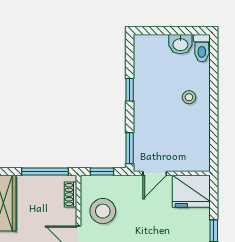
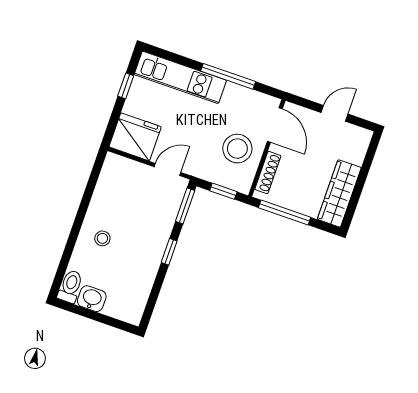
window: (130, 90) -> (169, 252), moved
shoe rack: (70, 195) -> (268, 173), width x1.43

